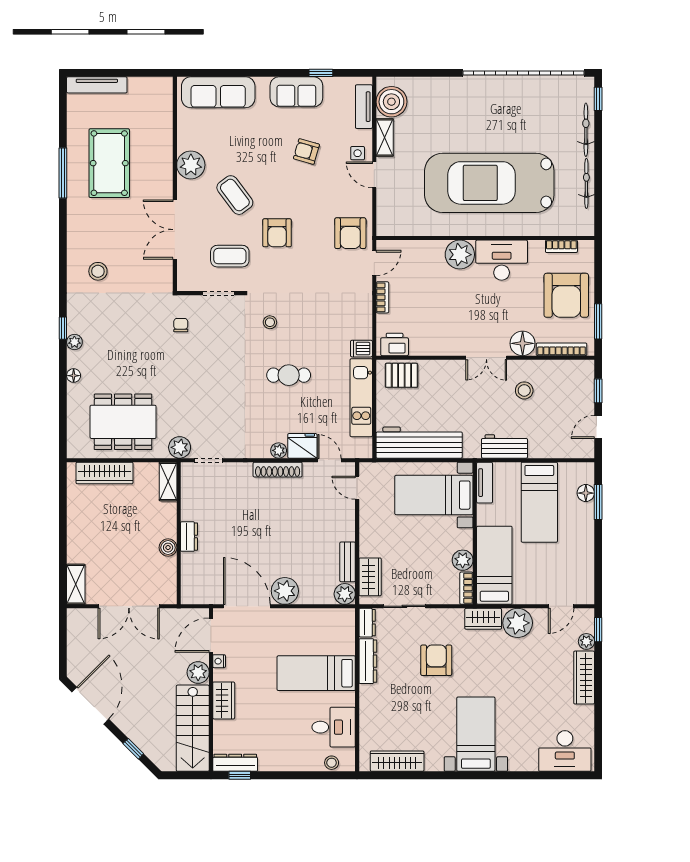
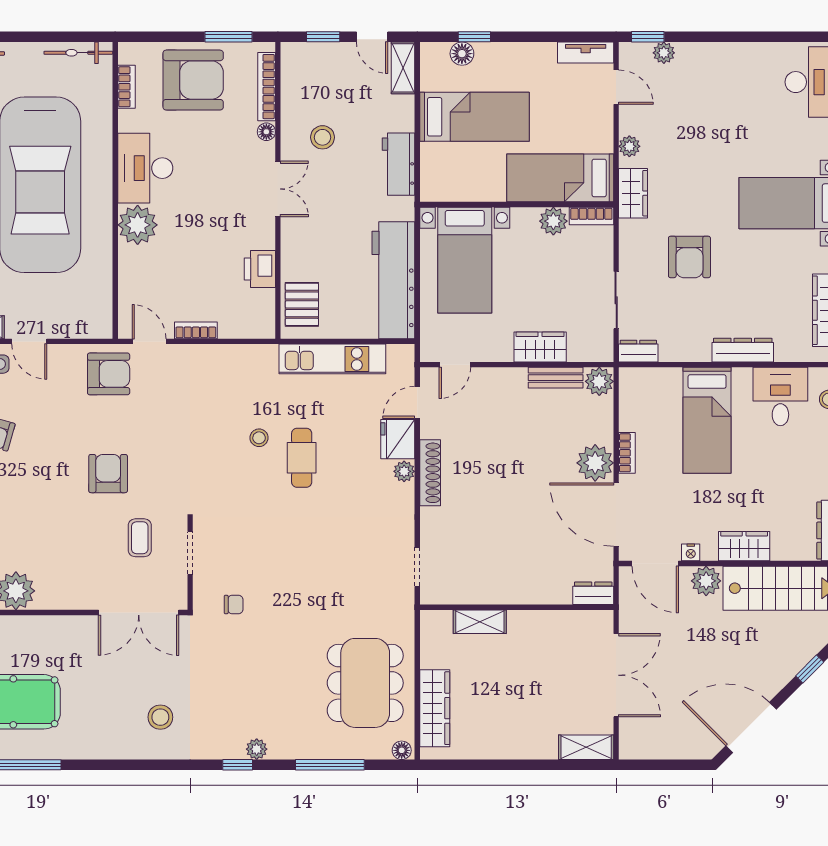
door: (374, 175) -> (29, 341), hinge flipped
bicycle: (586, 183) -> (78, 53), moved
coffee table: (235, 195) -> (57, 531), removed
double door: (175, 230) -> (139, 612), moved
armchair: (277, 233) -> (108, 474), turned -90
coffee table: (230, 256) -> (140, 538), width x0.73, depth x0.77
stool: (270, 322) -> (259, 438), moved
chair: (181, 325) -> (234, 605), turned 180
floor lamp: (523, 343) -> (266, 132), width x0.53, depth x0.53
printer: (395, 344) -> (260, 269), moved
dishwasher: (361, 349) -> (266, 359), removed
floor lamp: (74, 376) -> (402, 750), moved
window: (63, 396) -> (330, 765), added
plant: (180, 447) -> (400, 606), removed
shelving: (575, 450) -> (403, 68), added
shelving: (168, 481) -> (480, 622), moved
tv unit: (485, 483) -> (586, 53), moved, turned 180
window: (598, 502) -> (474, 37), width x0.67
dresser: (189, 537) -> (593, 593), moved
boiler: (168, 548) -> (536, 622), removed
wardrobe: (370, 577) -> (540, 347), moved
door: (247, 606) -> (616, 515), hinge flipped
bookcase: (292, 614) -> (627, 453), added
plant: (518, 623) -> (629, 146), width x0.53, depth x0.53
armchair: (436, 660) -> (689, 257), turned -90
dresser: (368, 661) -> (743, 350), moved
wardrobe: (584, 678) -> (713, 56), removed

